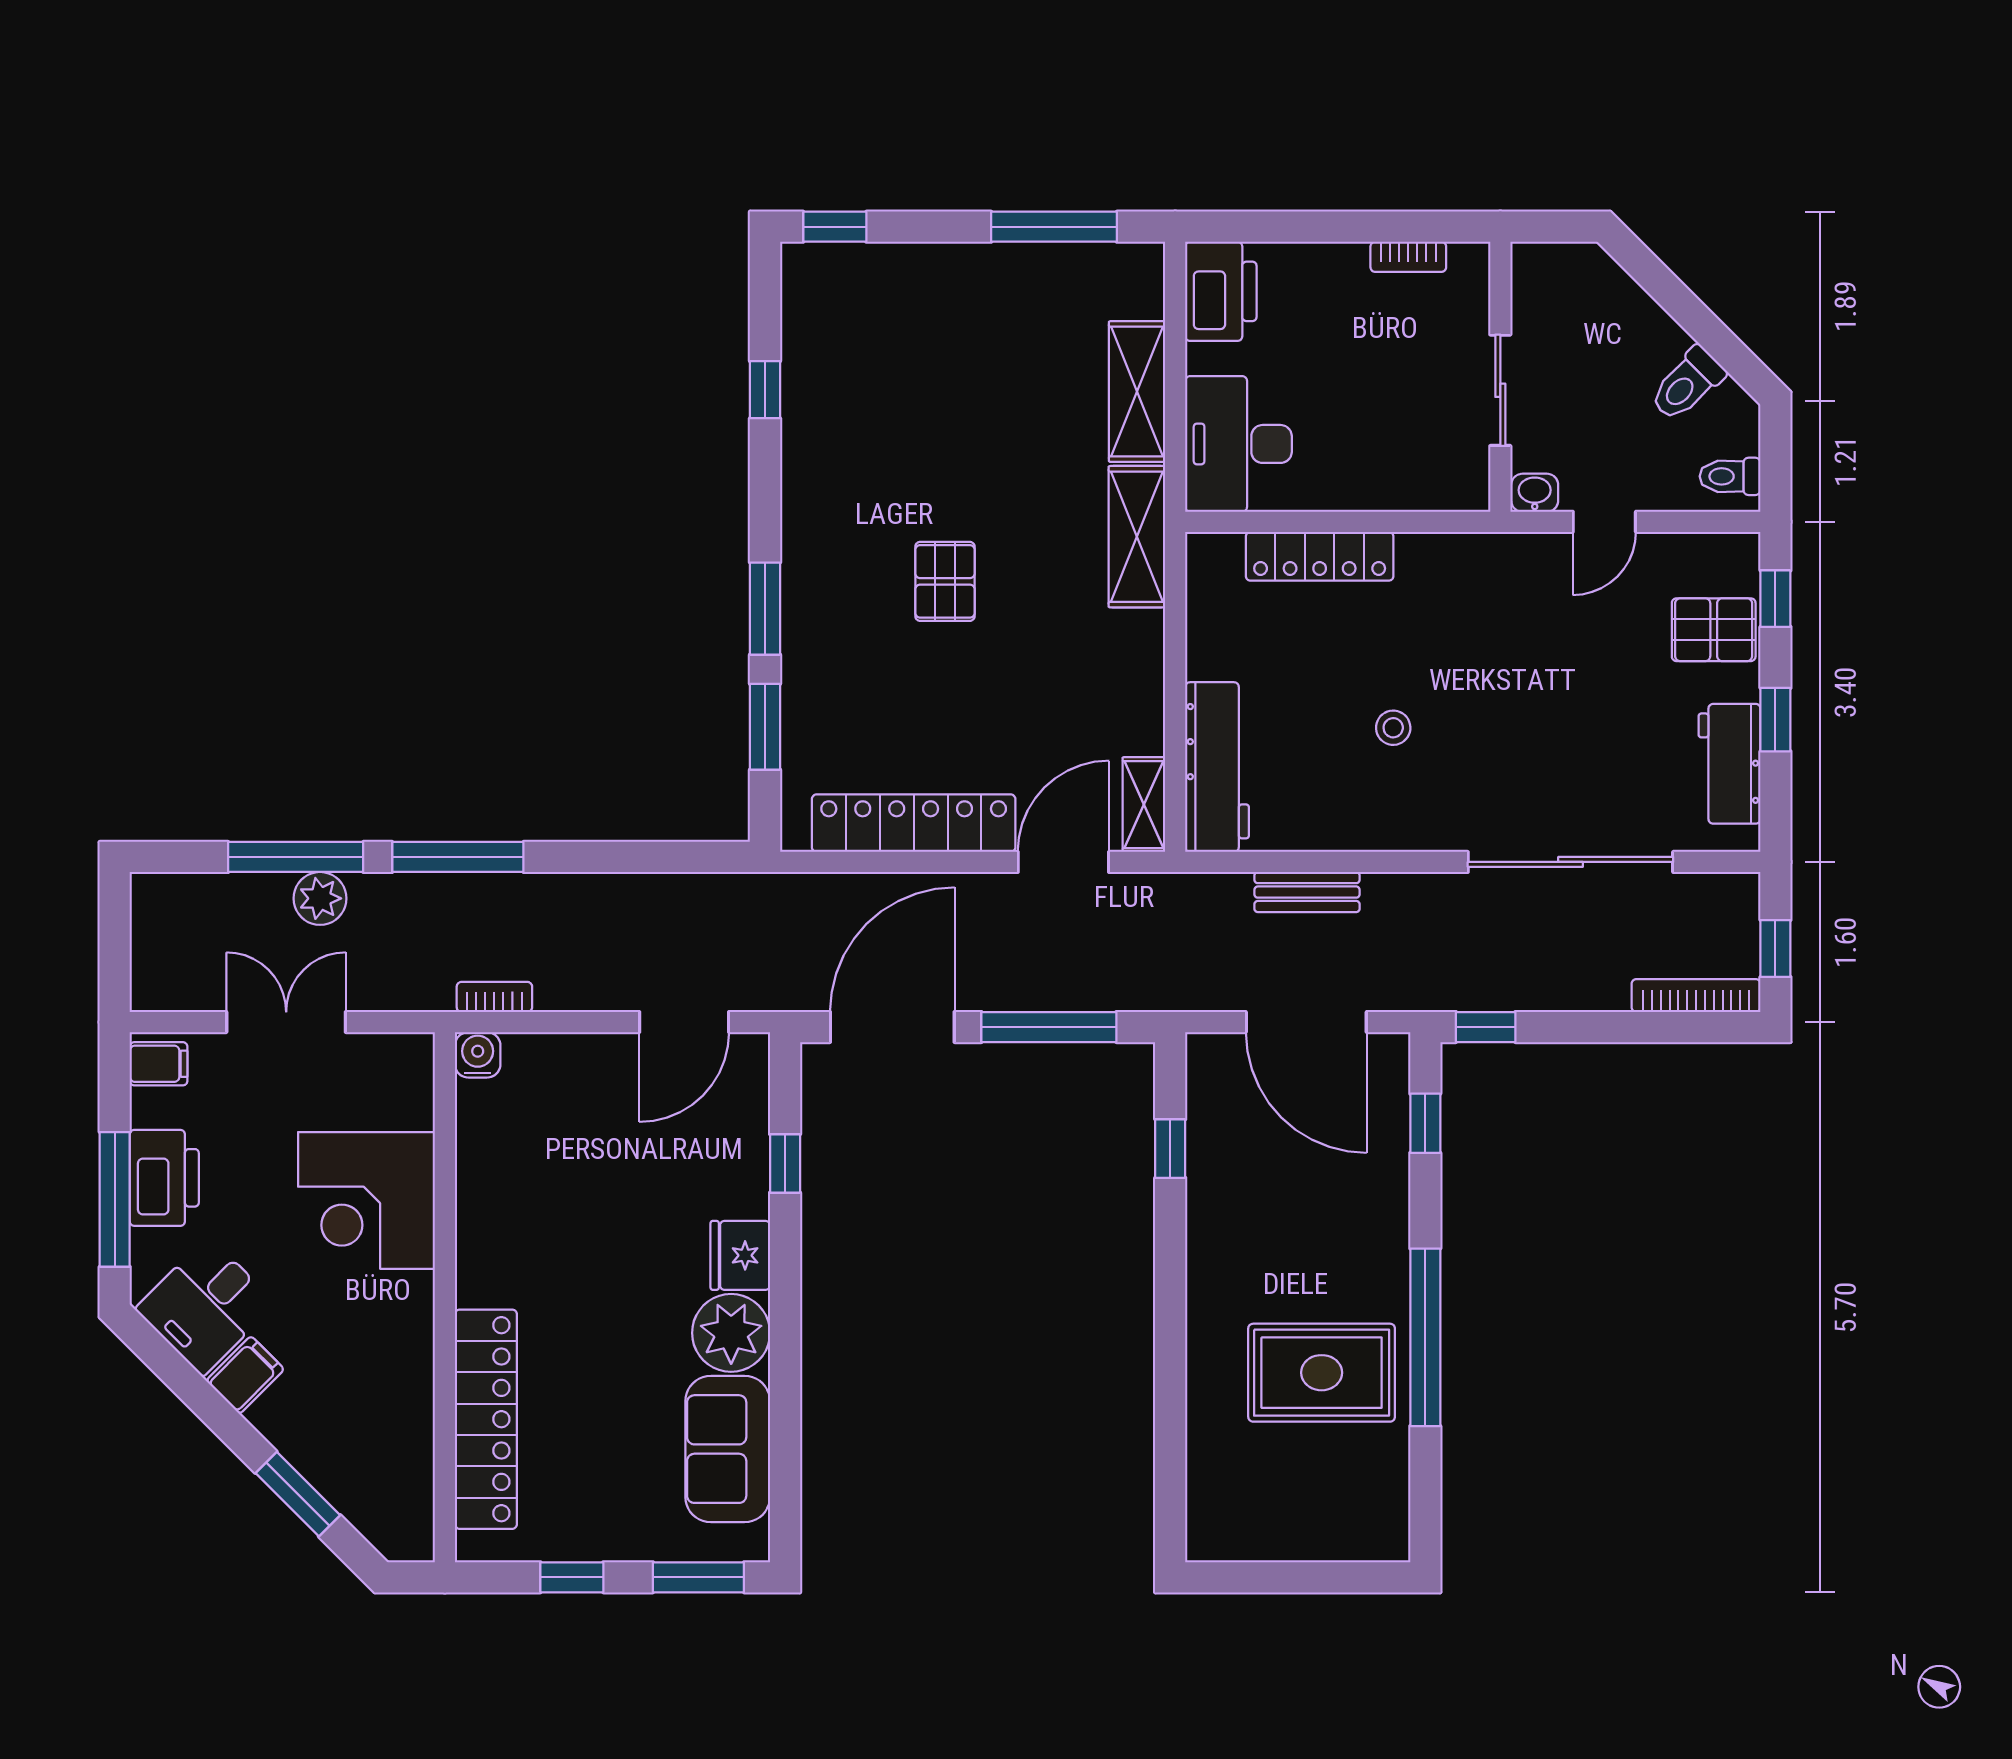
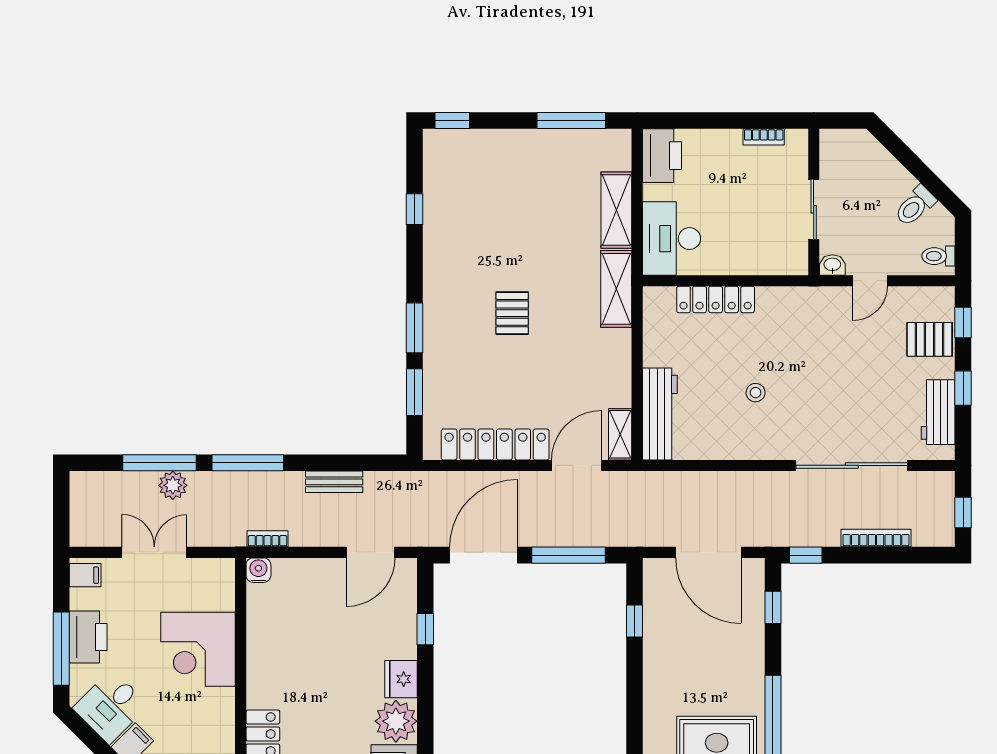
bench: (1307, 892) -> (334, 482), moved
bookcase: (1696, 996) -> (876, 538), moved

